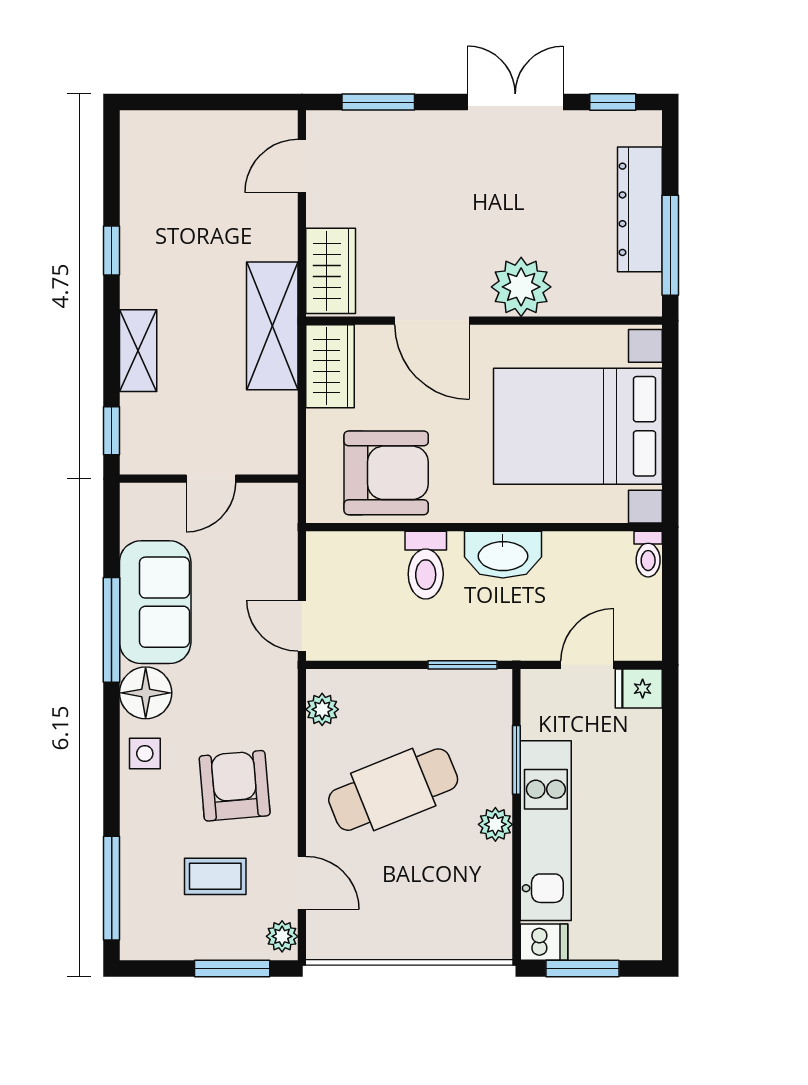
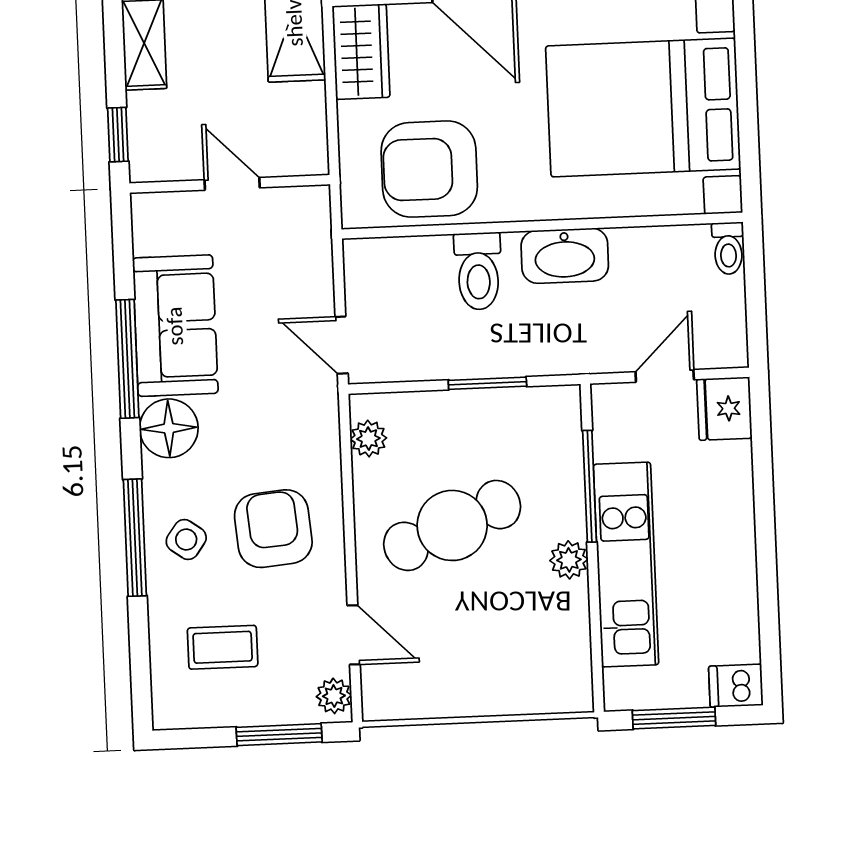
armchair: (386, 473) -> (429, 169), turned 180
door: (211, 479) -> (232, 184), swing flipped
window: (462, 665) -> (487, 383), moved
fridge: (639, 689) -> (724, 409), width x1.38
side table: (145, 754) -> (186, 540), moved, turned 36
window: (516, 760) -> (590, 486), width x1.44
coffee table: (215, 876) -> (223, 647), moved
window: (112, 888) -> (135, 538), moved
dishwasher: (544, 942) -> (736, 686), moved, turned 180

